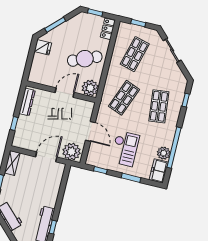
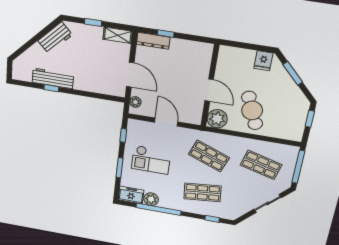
window: (138, 23) -> (298, 167), width x2.17
locker: (108, 29) -> (290, 134), removed
dresser: (27, 102) -> (153, 41), moved
door: (90, 131) -> (166, 122), swing flipped
plant: (72, 152) -> (135, 102), width x0.53, depth x0.53

